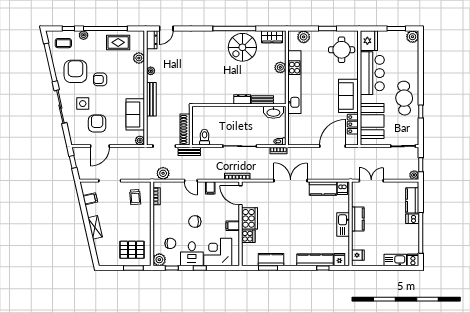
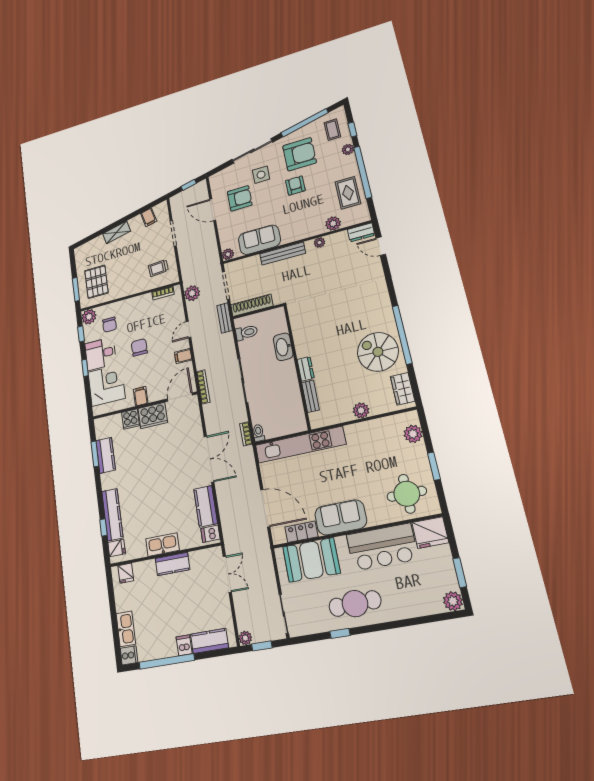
kitchen unit: (294, 82) -> (300, 445), moved
washbasin: (273, 112) -> (283, 347), moved

